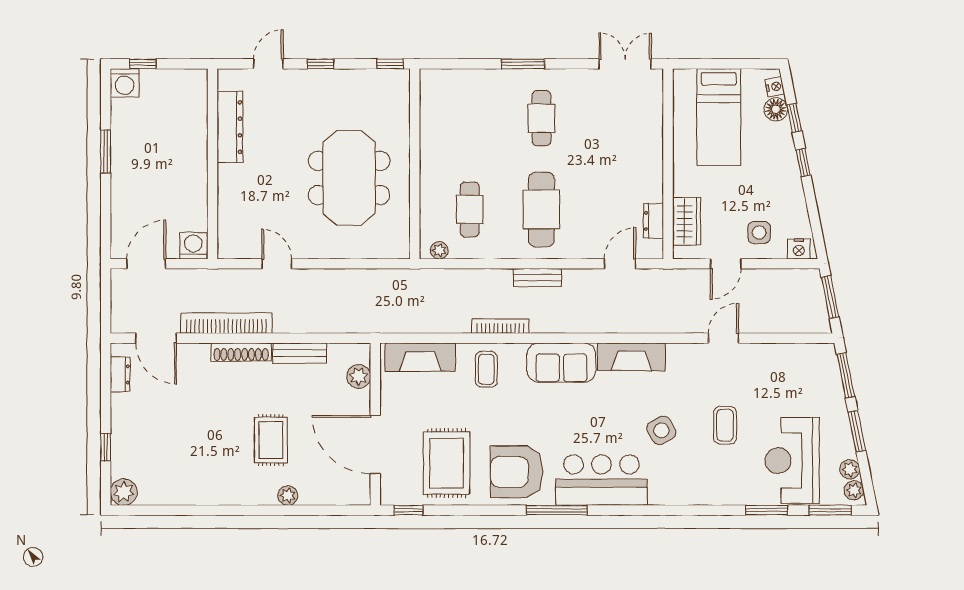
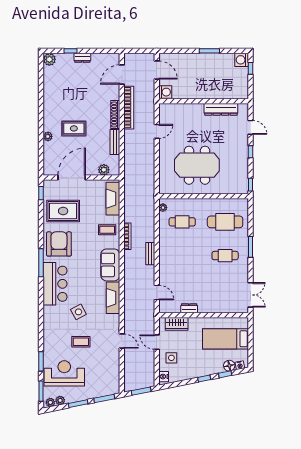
cafe table: (541, 209) -> (225, 222), moved
dresser: (654, 221) -> (189, 308), moved
dresser: (120, 374) -> (82, 58), moved

